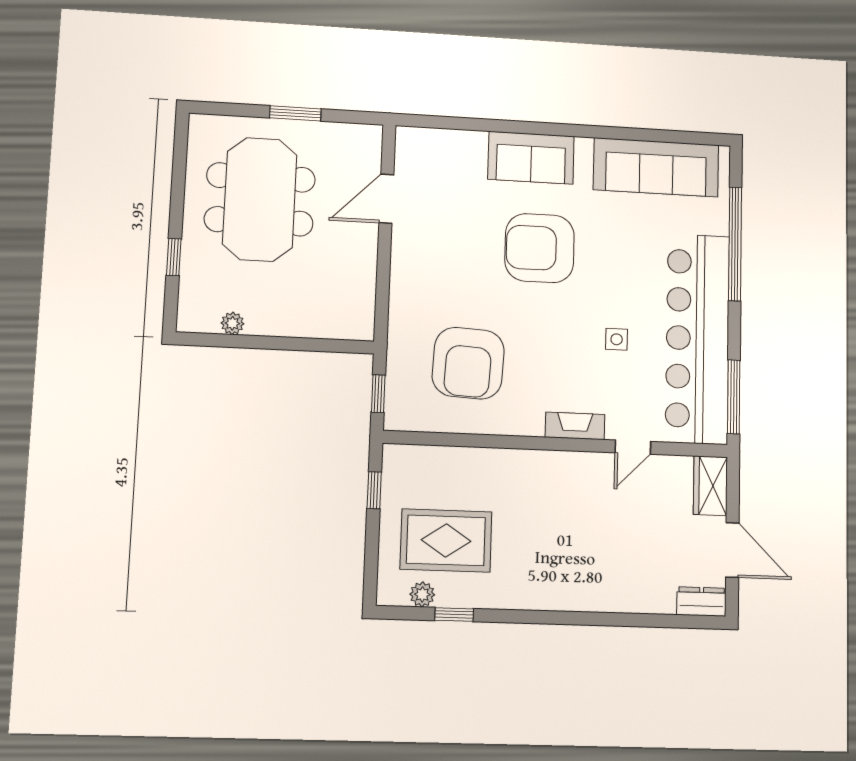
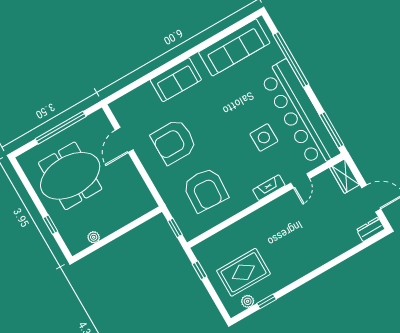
window: (295, 113) -> (61, 128), width x2.11
meeting table: (260, 199) -> (70, 176), turned 90
armchair: (540, 248) -> (174, 142), moved
side table: (617, 339) -> (264, 137), width x1.87, depth x1.87

